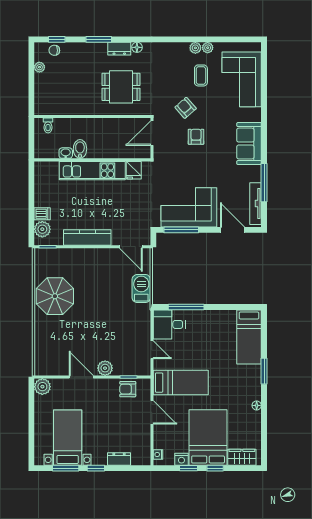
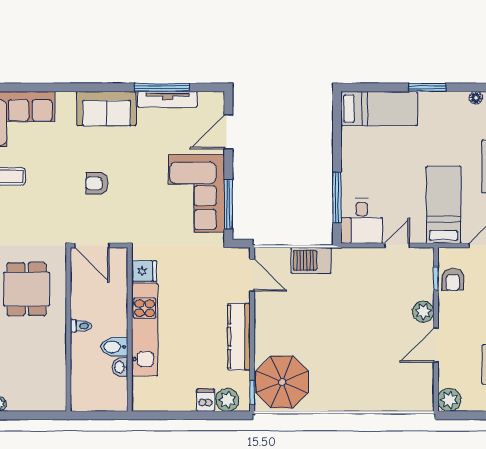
armchair: (186, 108) -> (56, 198), removed
toilet: (48, 125) -> (81, 326), moved
tv unit: (256, 204) -> (167, 99), moved
door: (131, 247) -> (252, 275), hinge flipped
parasol: (55, 296) -> (282, 382), moved

